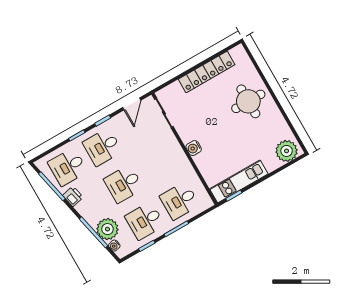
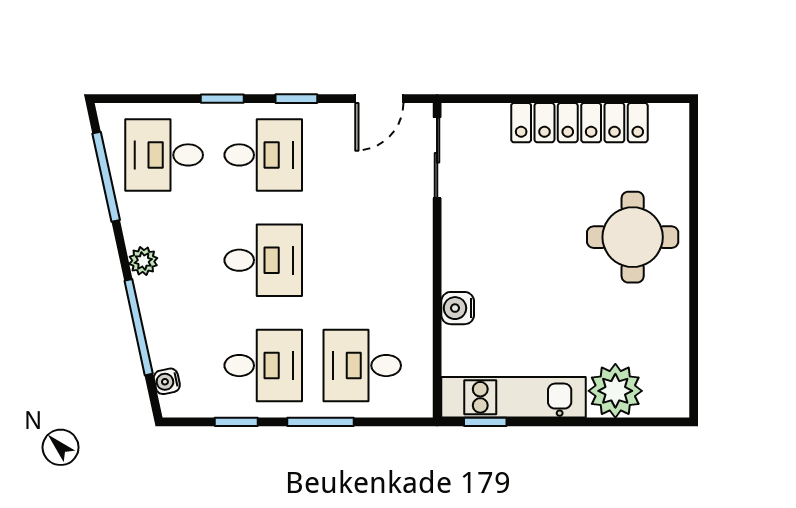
desk: (102, 147) -> (263, 155), turned 180
water cooler: (194, 148) -> (458, 308), moved
plant: (287, 151) -> (615, 391), moved
desk: (124, 184) -> (263, 260), turned 180
printer: (73, 196) -> (139, 225), removed
desk: (145, 221) -> (263, 366), turned 180
plant: (107, 229) -> (143, 261), moved, width x0.53, depth x0.53

